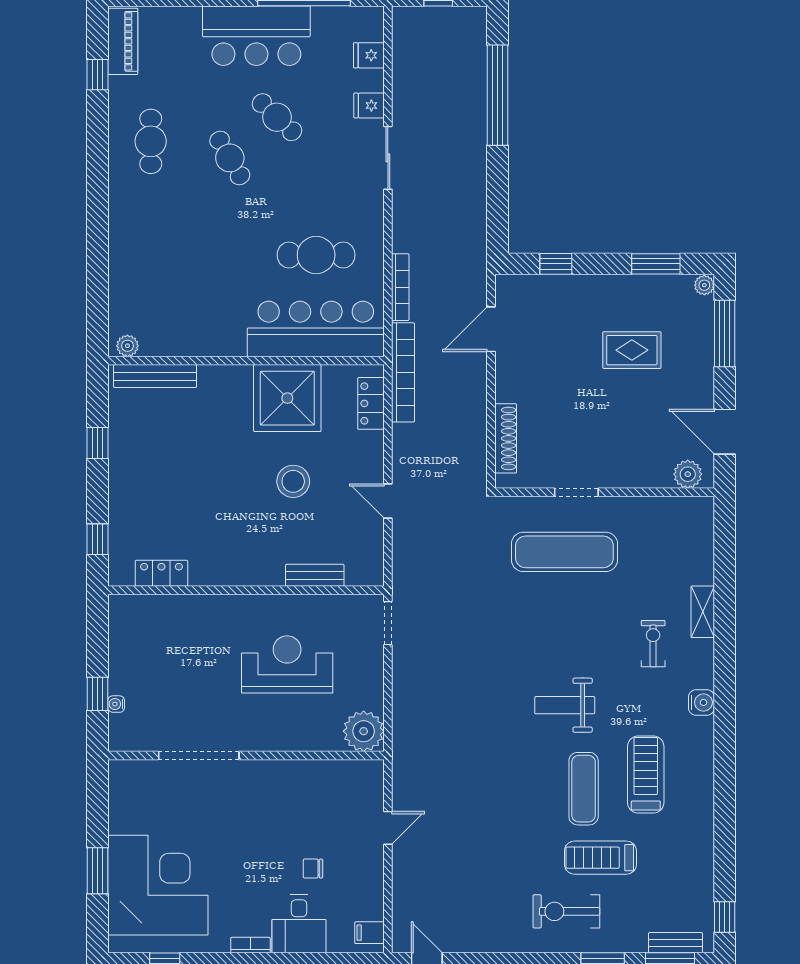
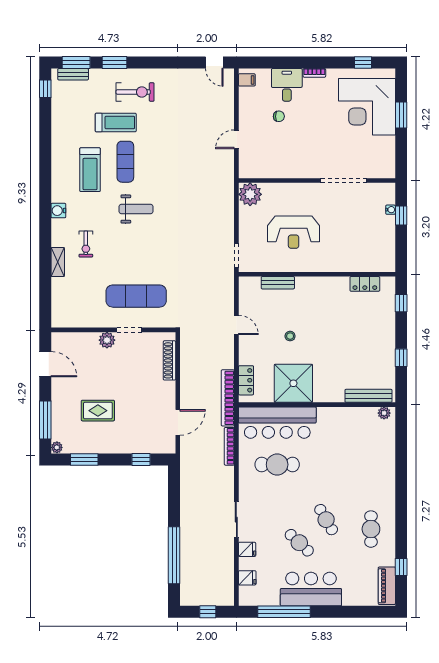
plant: (688, 474) -> (107, 340), moved
stool: (293, 481) -> (290, 336), width x0.53, depth x0.53

